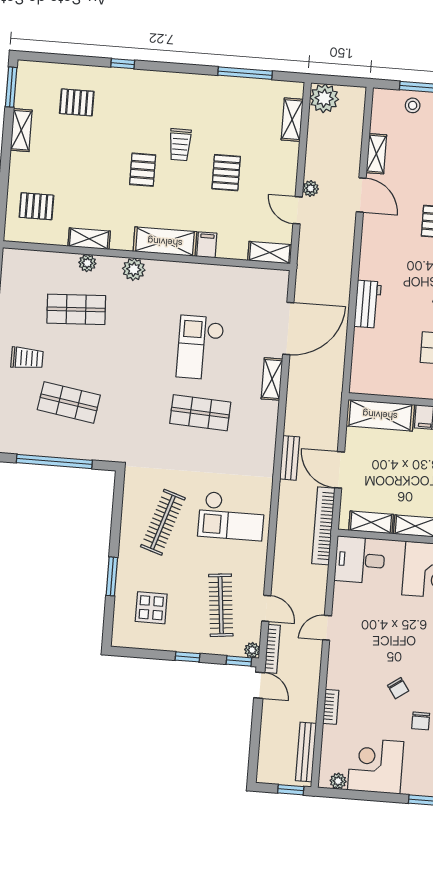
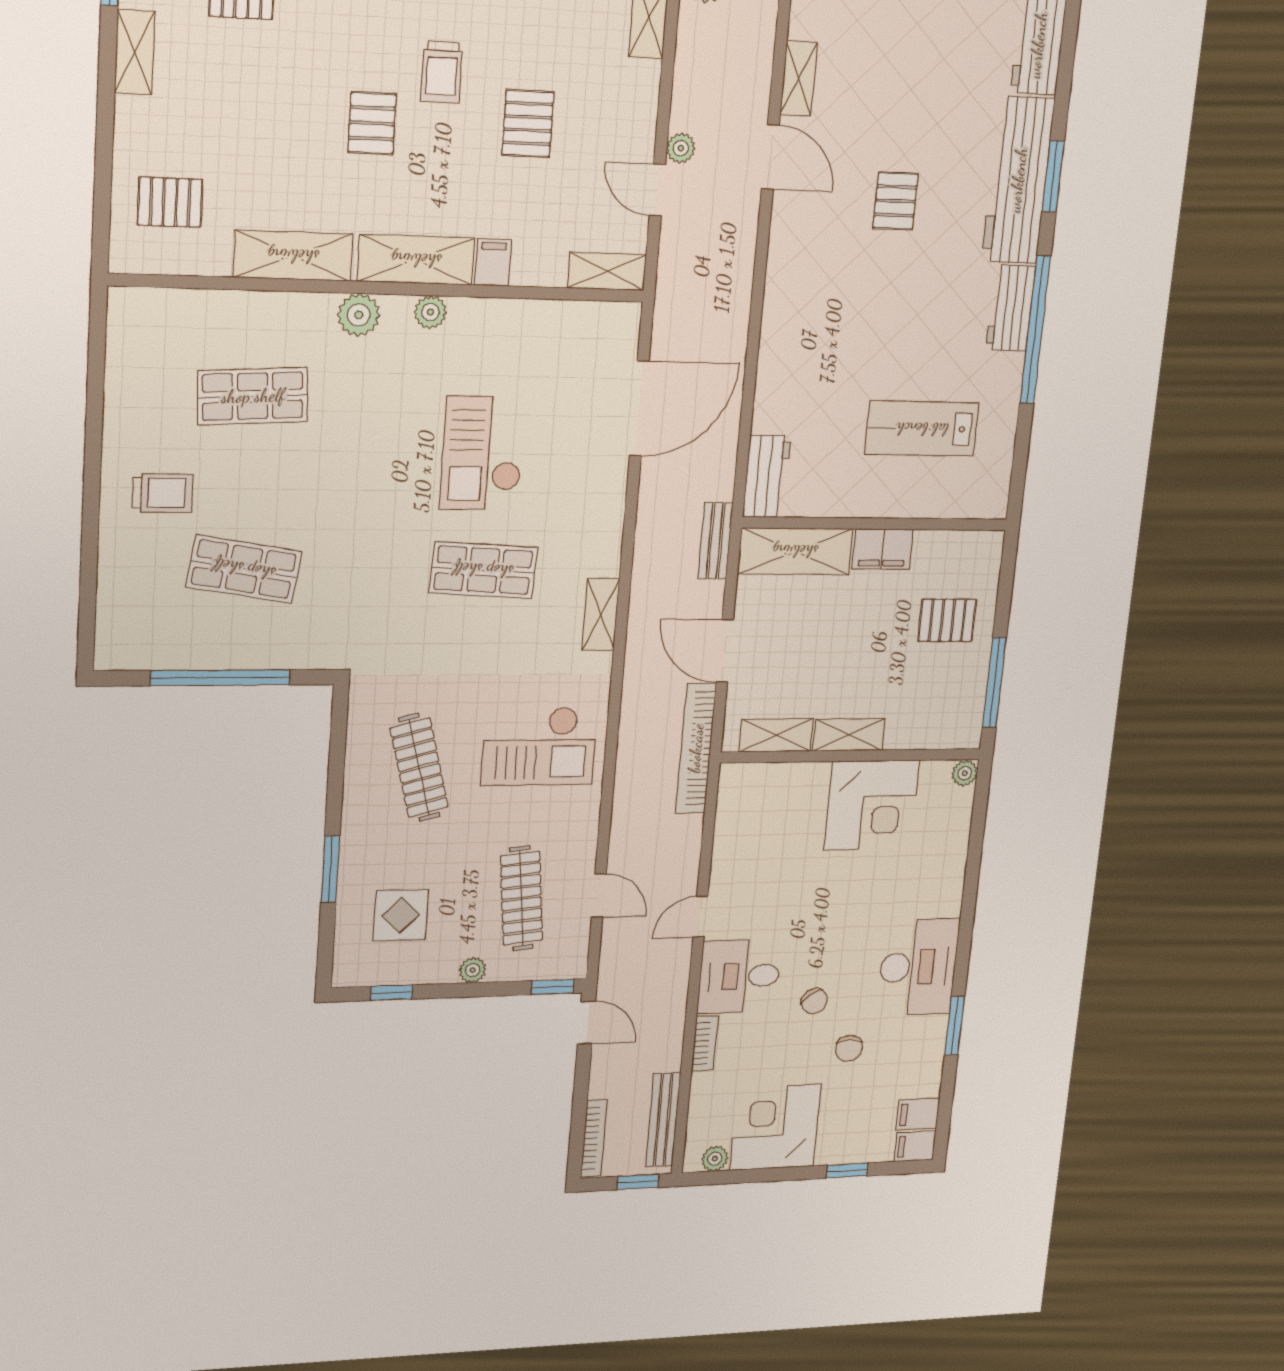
shelving: (89, 239) -> (293, 256), width x1.50, depth x1.33
plant: (87, 263) -> (430, 312), moved
workbench: (368, 304) -> (767, 476), moved
shelving: (272, 379) -> (601, 614), moved
bench: (290, 458) -> (716, 541), moved
clothes rail: (163, 522) -> (419, 768), turned -33
desk: (360, 560) -> (739, 976), moved
bookcase: (272, 649) -> (594, 1138), moved
plant: (252, 650) -> (473, 970), moved
window: (187, 657) -> (392, 993), moved

